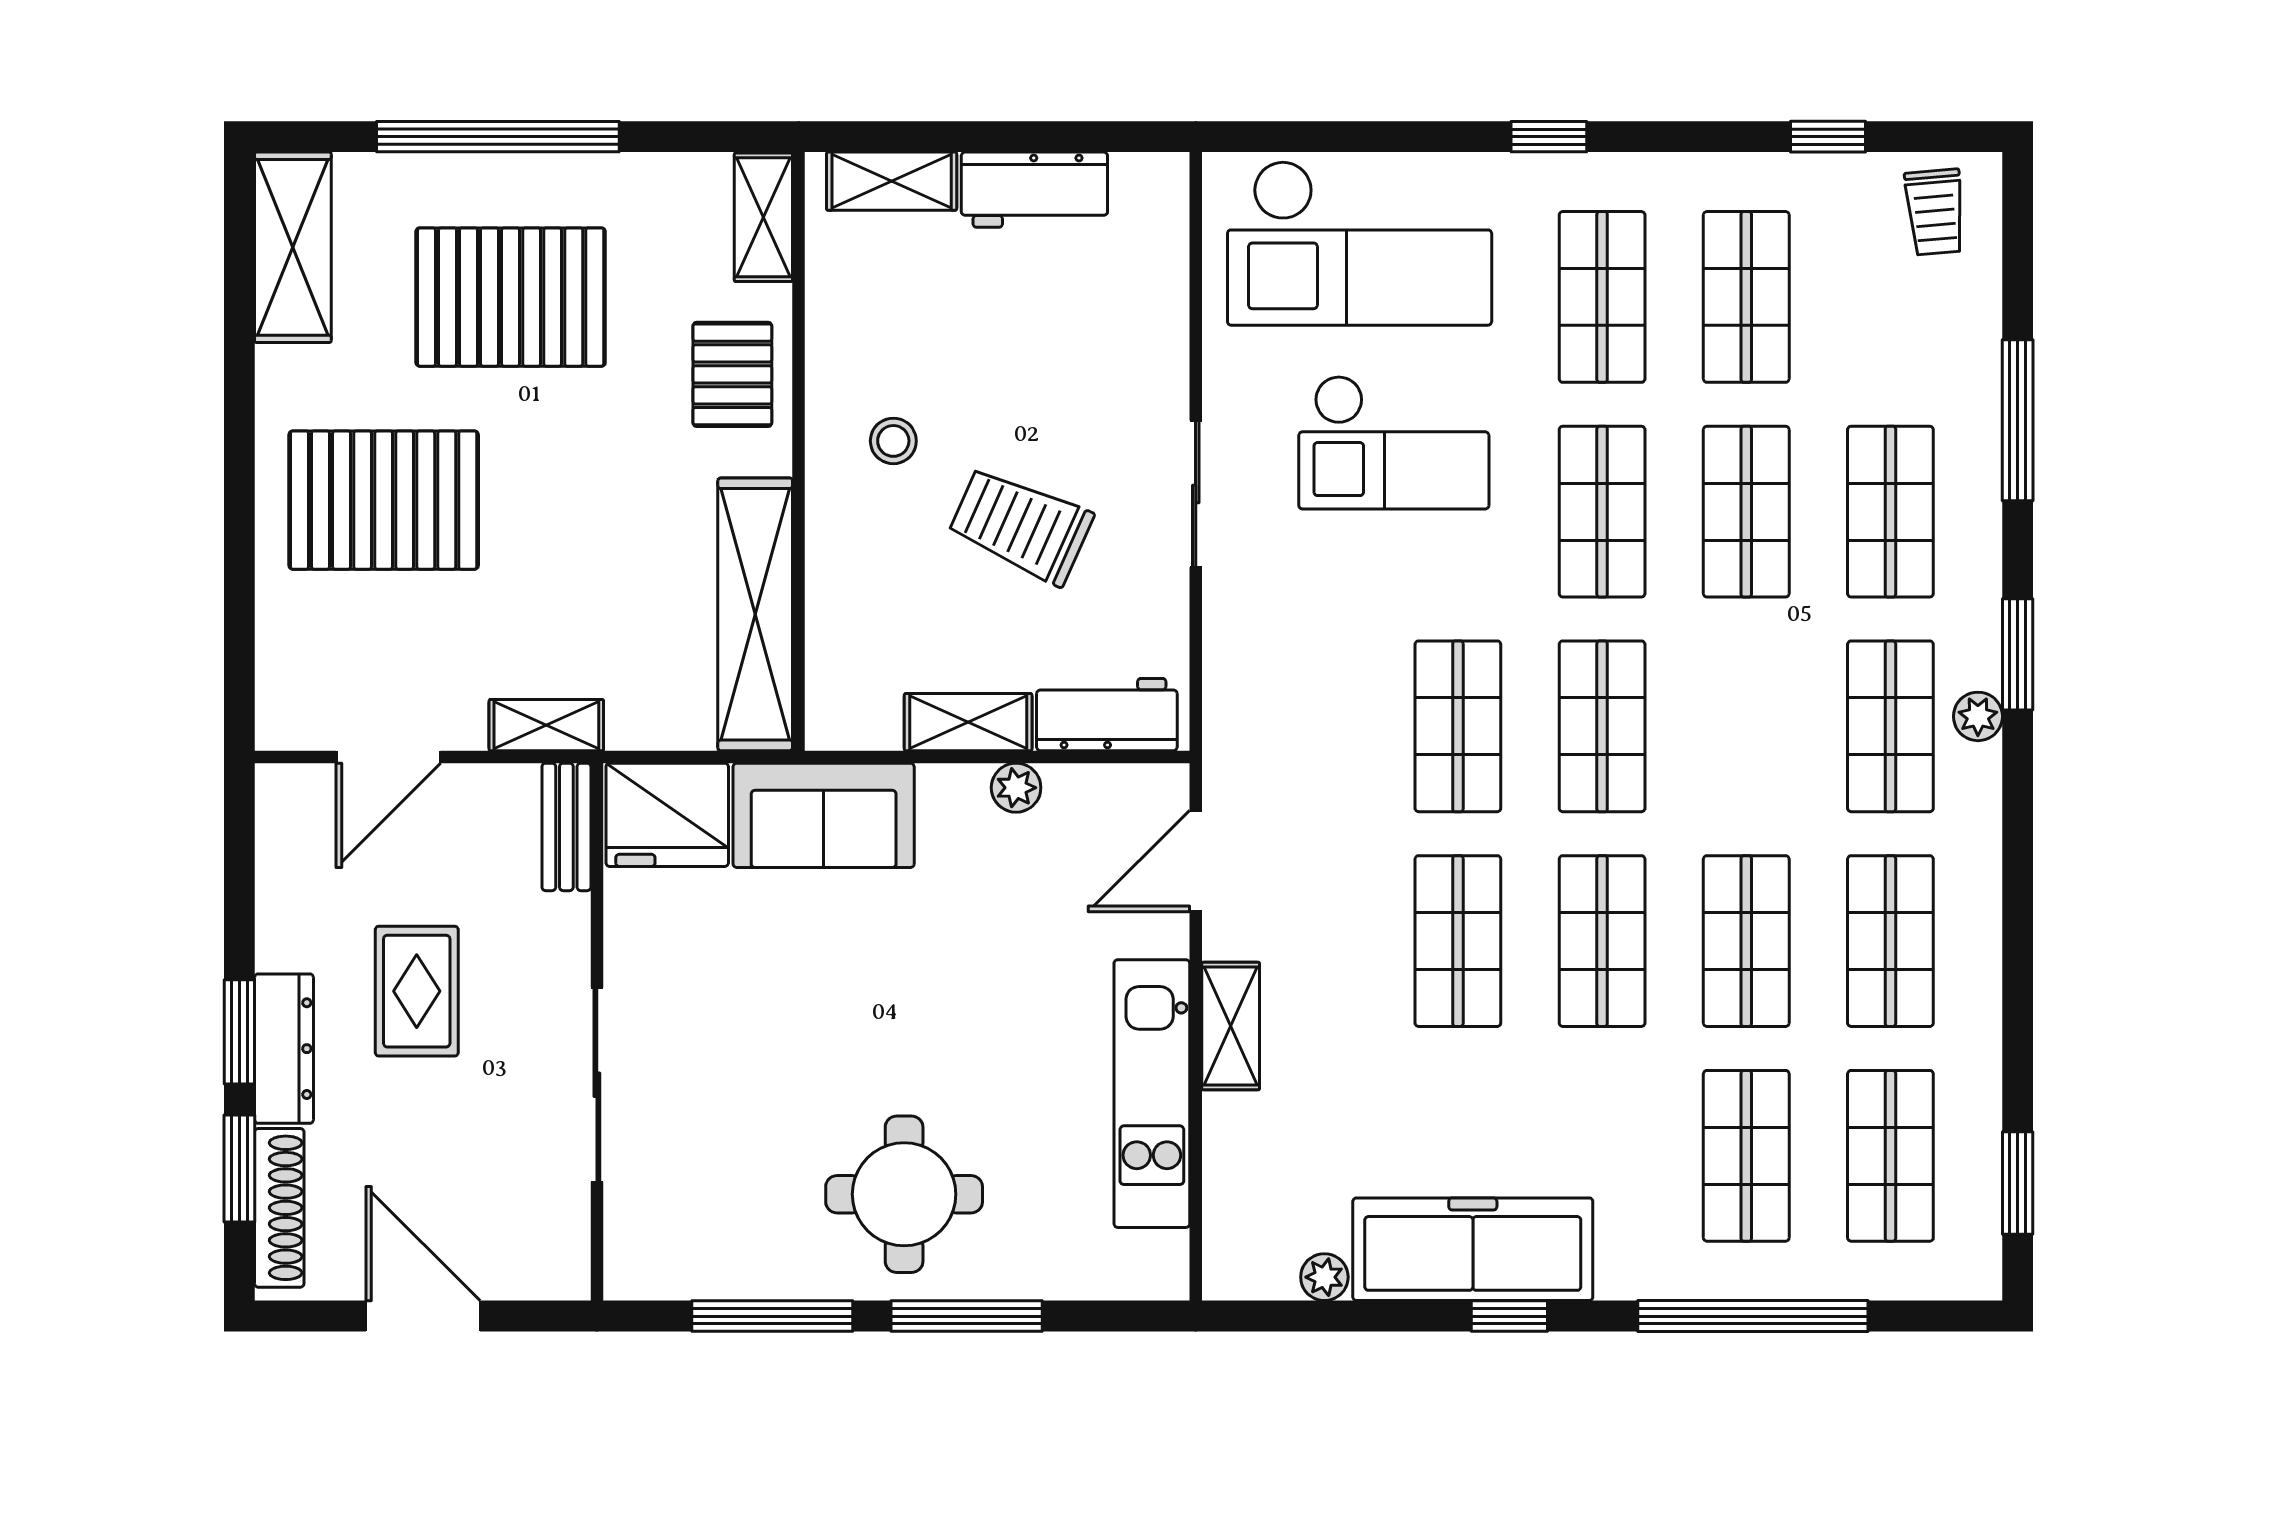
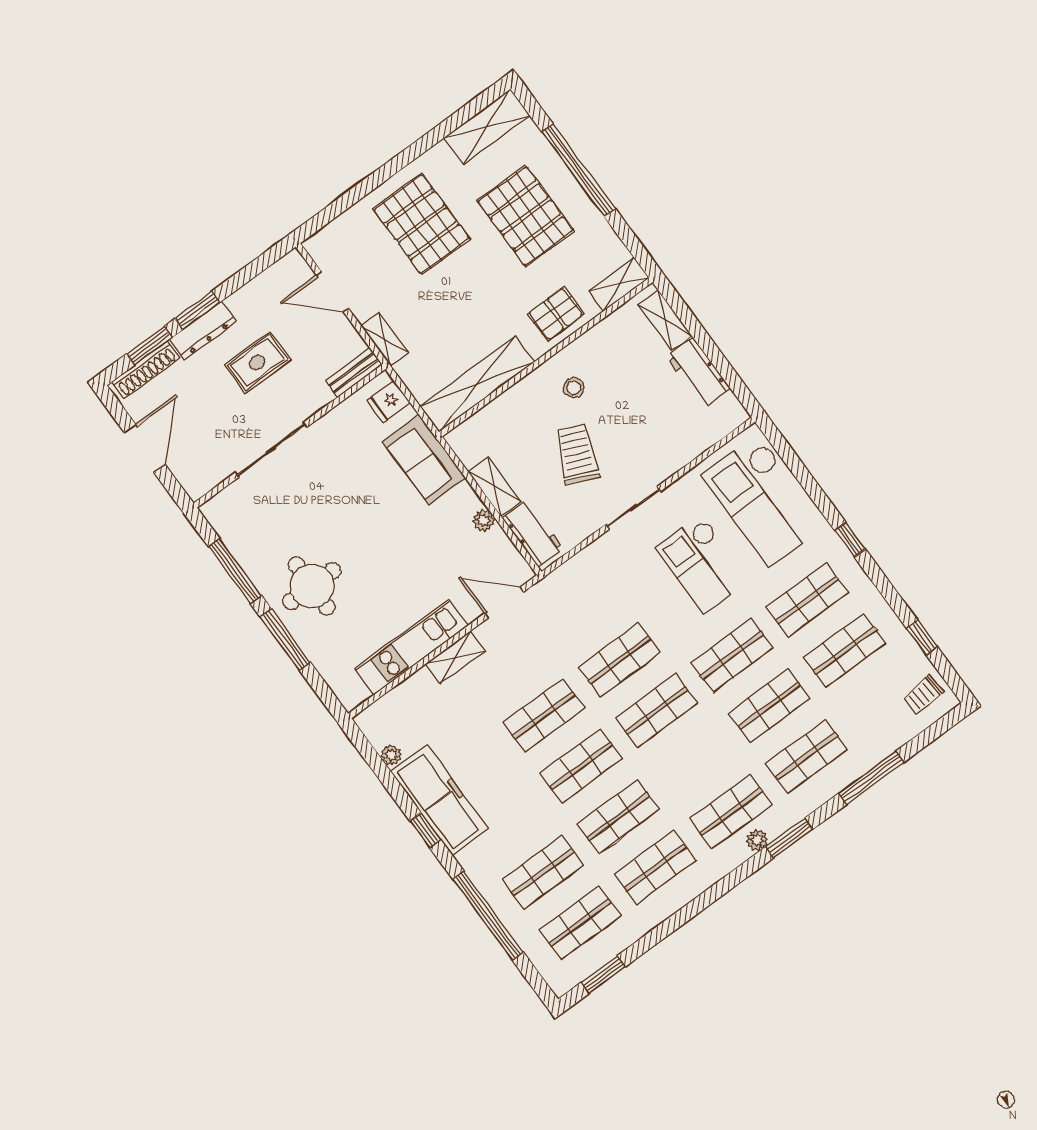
fridge: (667, 815) -> (389, 401), width x0.53, depth x0.75

